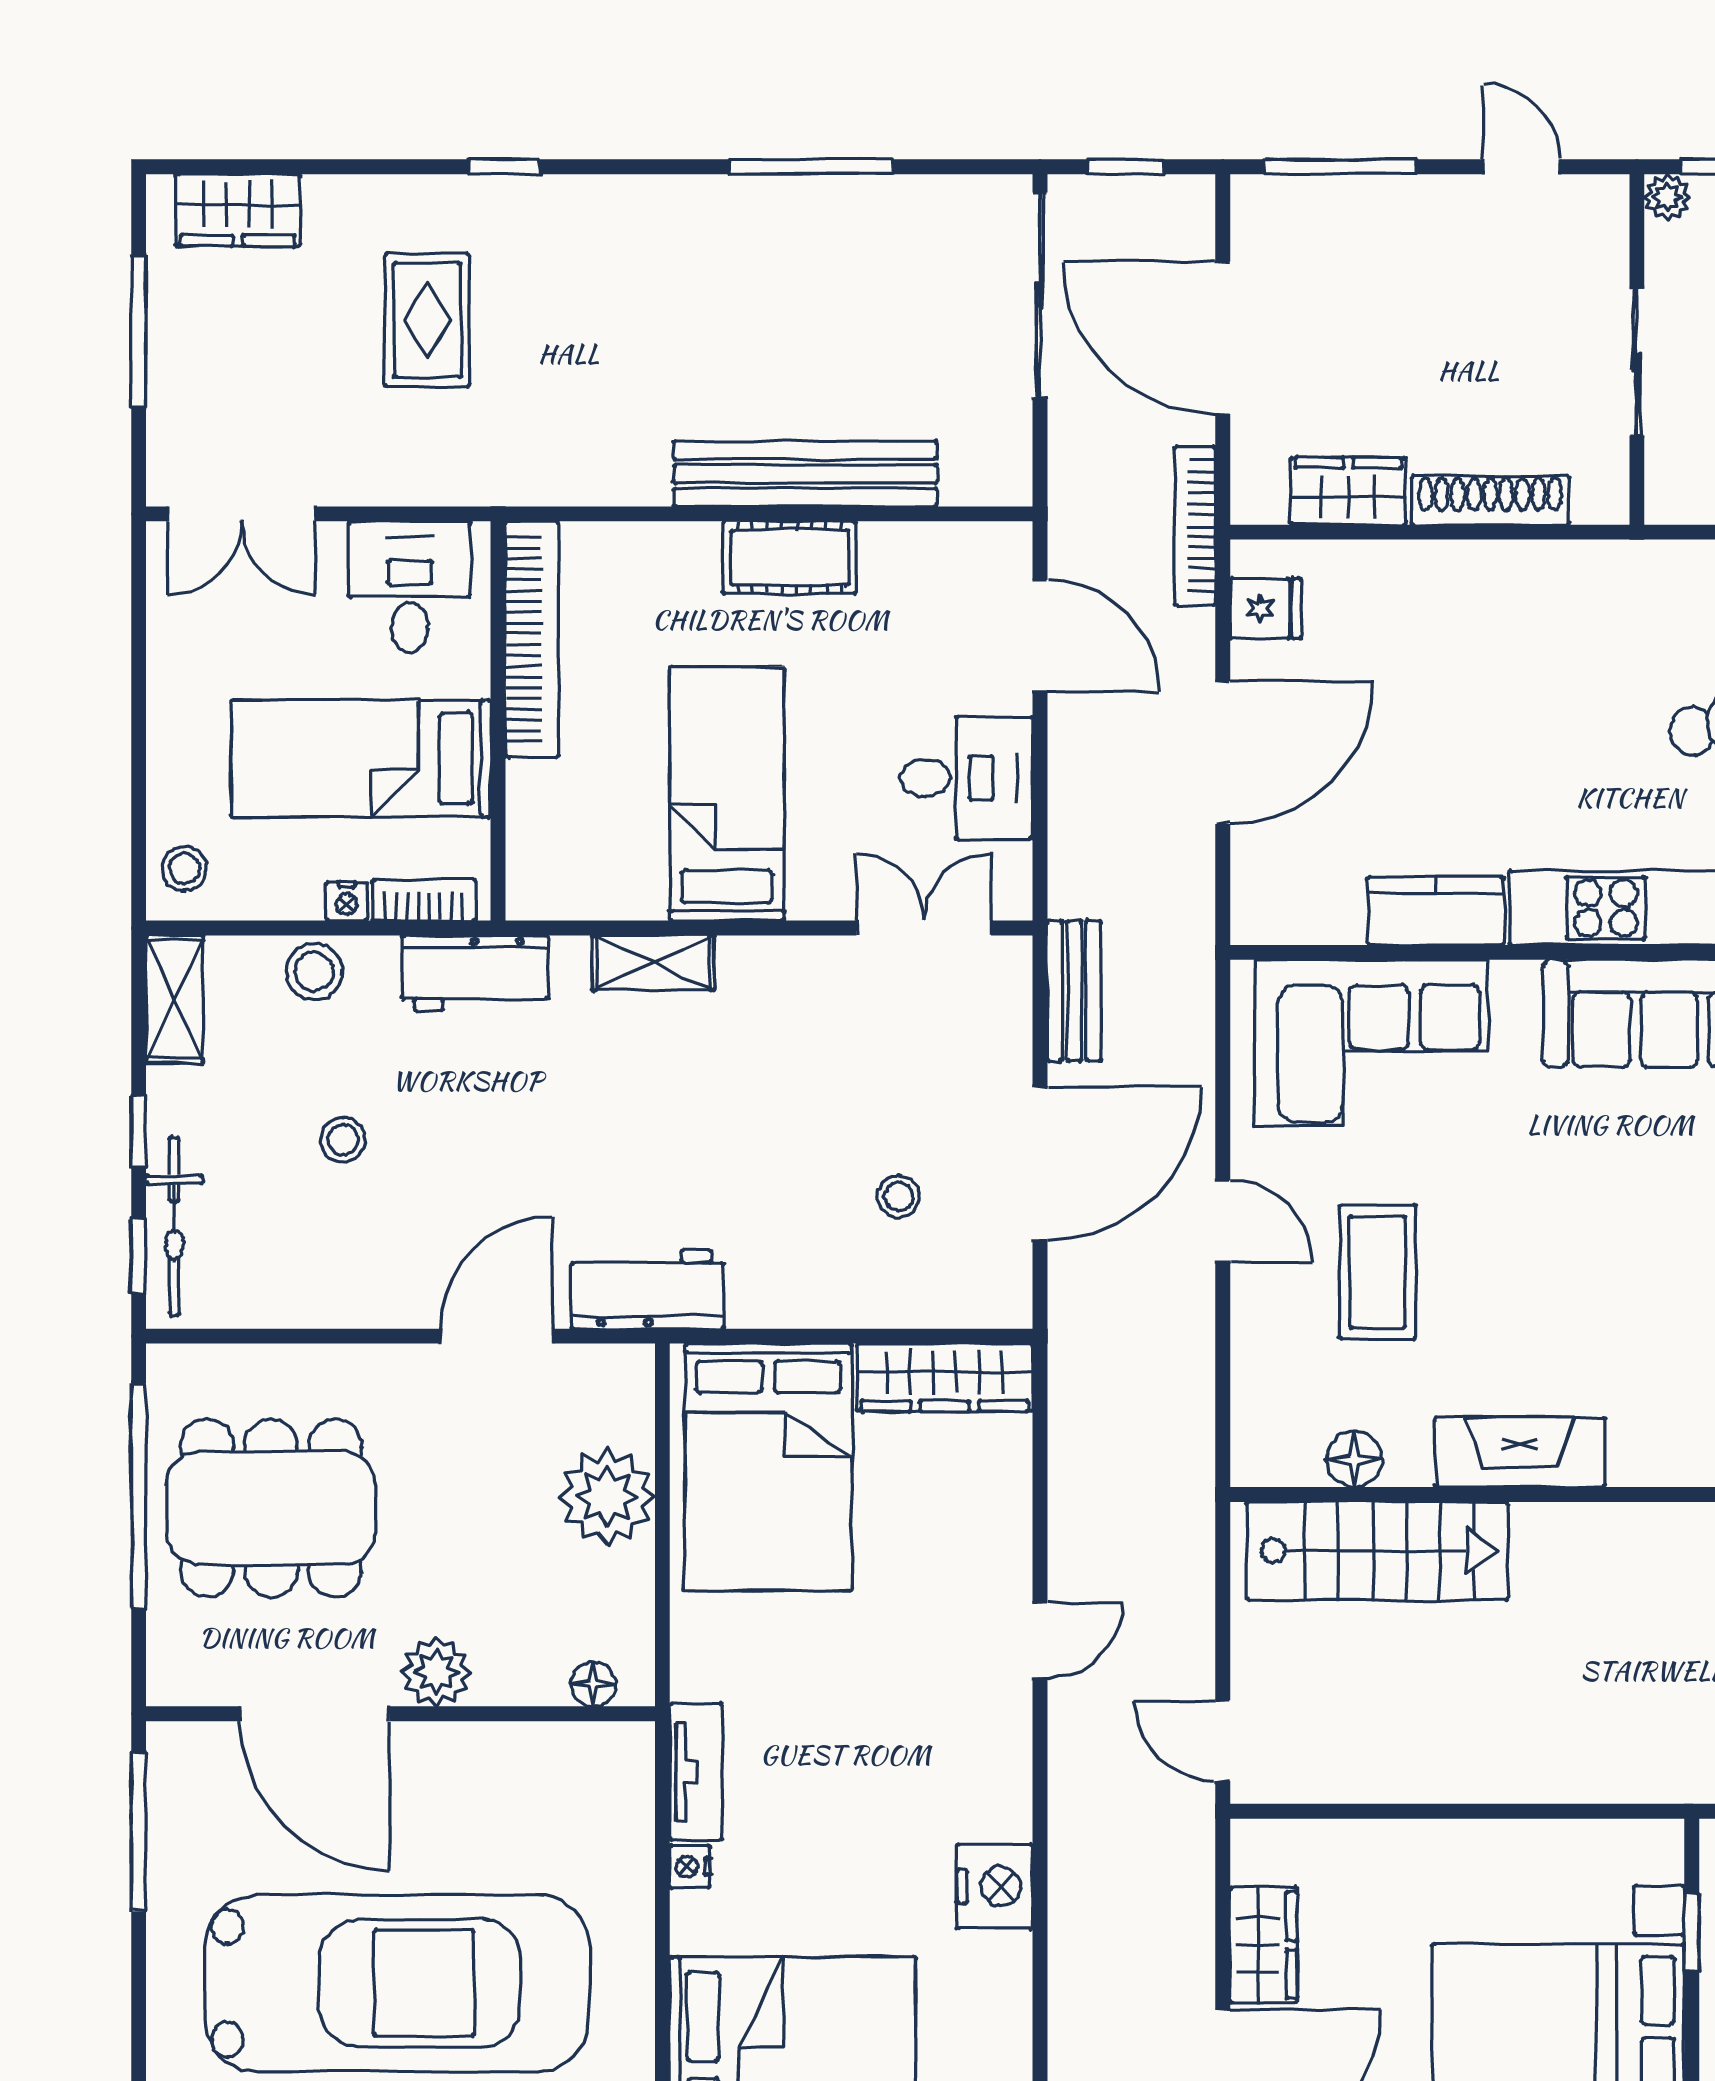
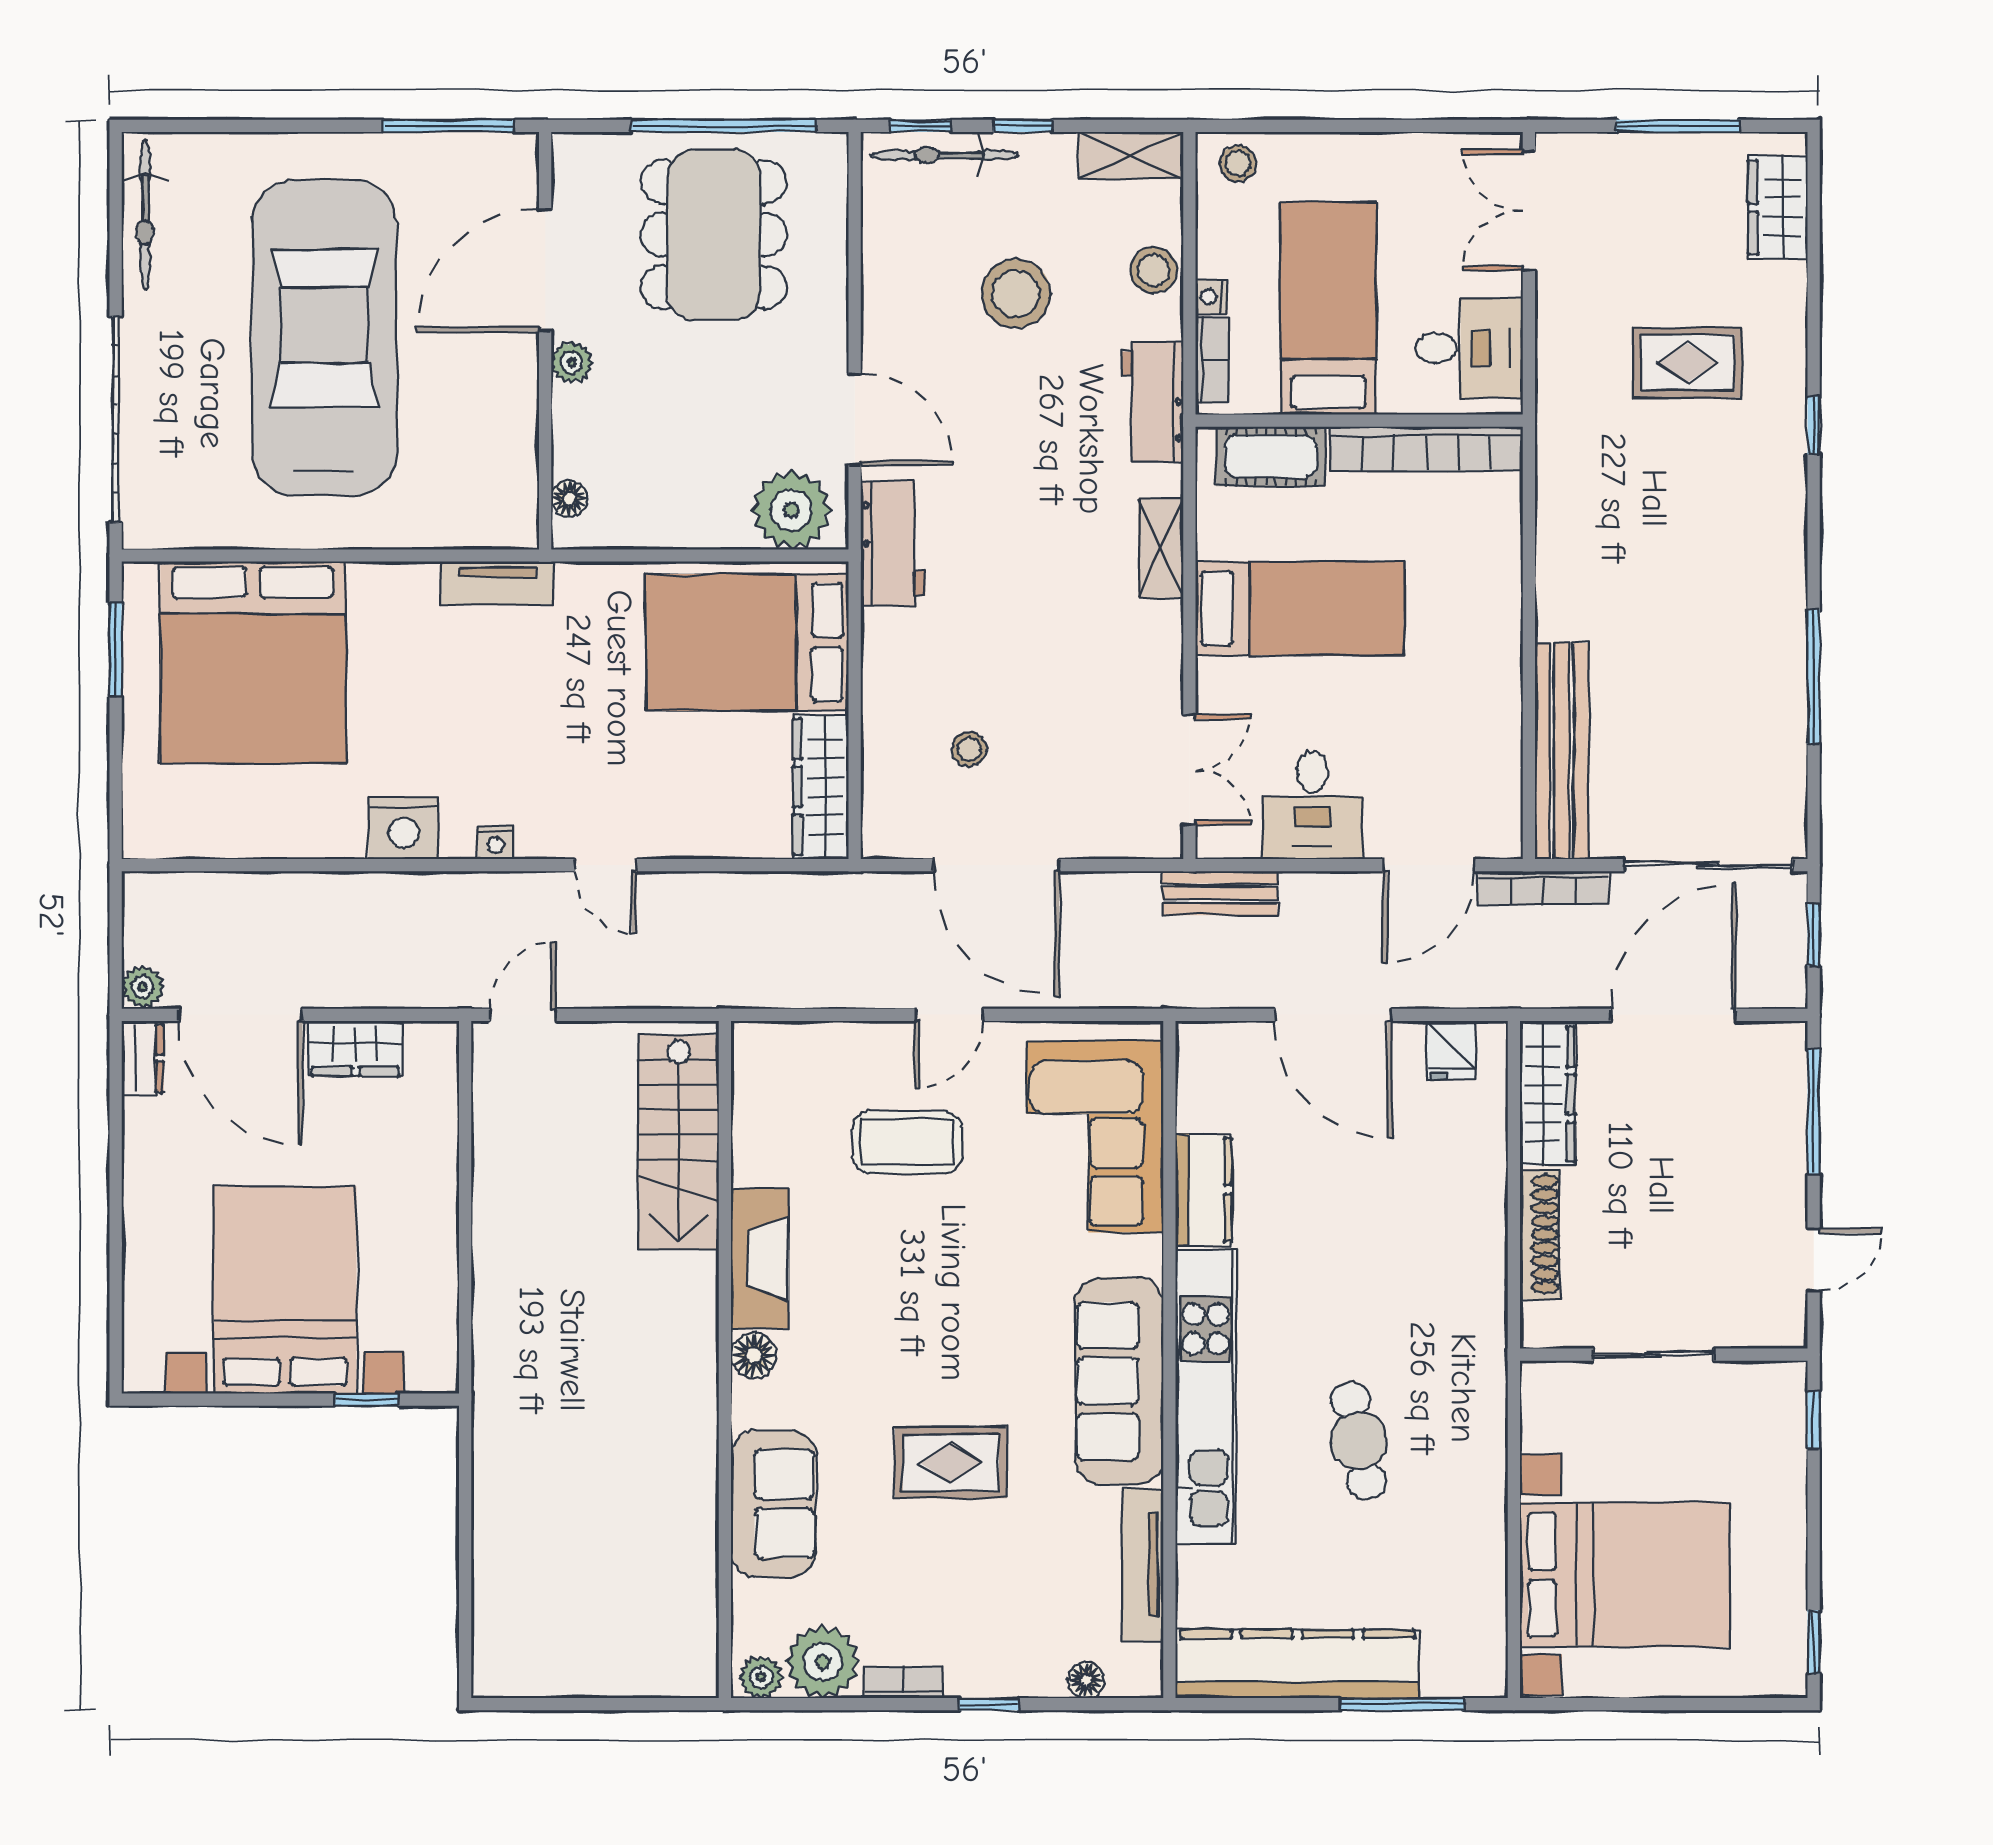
plant: (1667, 197) -> (1789, 1379), removed
bench: (805, 474) -> (1562, 751), moved
wardrobe: (1348, 491) -> (1548, 1094), width x1.50
bookcase: (1195, 526) -> (1543, 888), moved, turned 180
cot: (790, 557) -> (1271, 456), moved, turned 90
bench: (1074, 991) -> (1220, 893), moved
stool: (343, 1140) -> (1016, 294), width x1.89, depth x1.89
floor lamp: (1355, 1459) -> (754, 1355), moved
plant: (607, 1497) -> (791, 510), moved
plant: (436, 1672) -> (572, 362), width x0.73, depth x0.73
nightstand: (690, 1867) -> (495, 843), moved, turned 180
car: (397, 1983) -> (324, 338), turned 180

